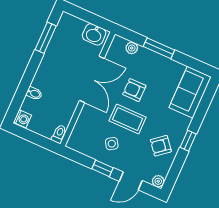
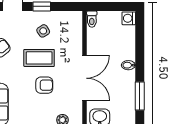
double door: (92, 79) -> (84, 78), swing flipped
bidet: (34, 93) -> (128, 65), moved

